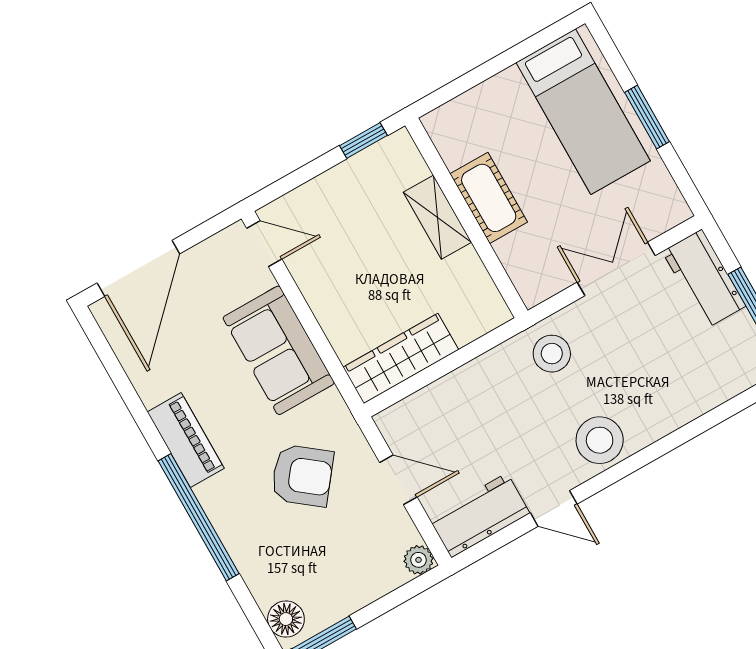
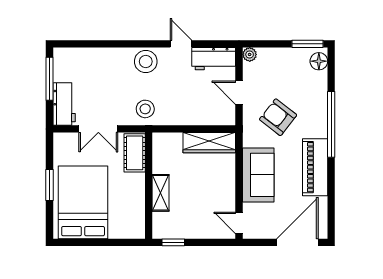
bed: (583, 112) -> (83, 202), width x1.50
cot: (489, 198) -> (135, 153), moved
piano: (186, 440) -> (315, 167), width x1.37, depth x1.33

